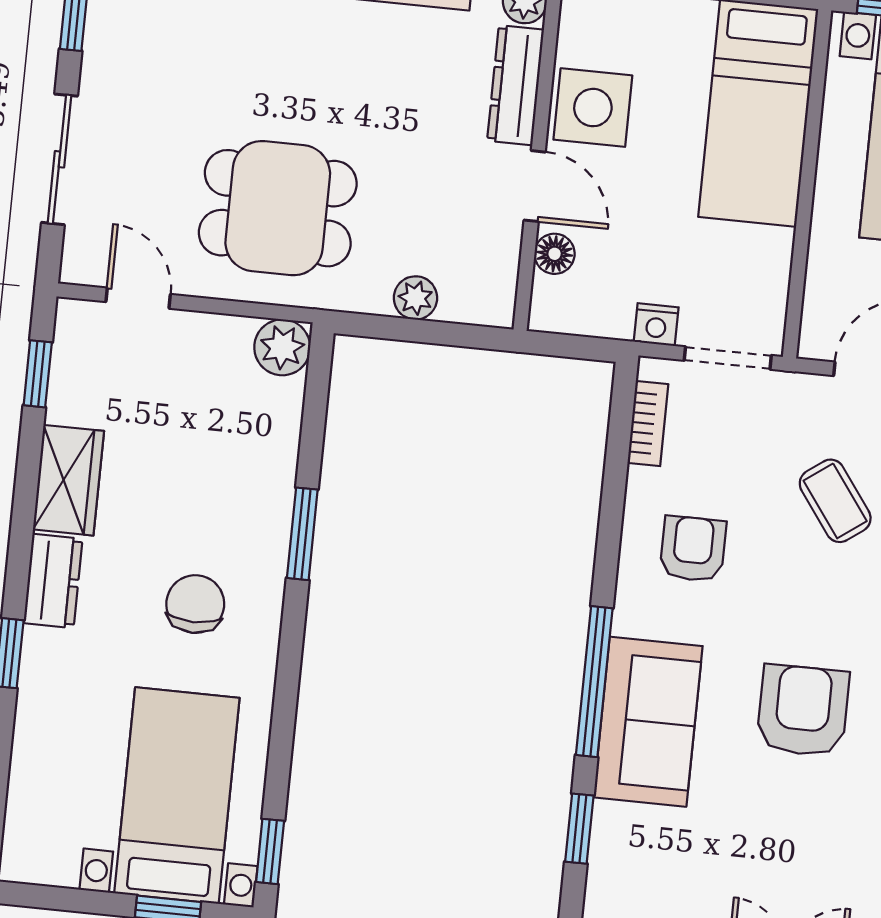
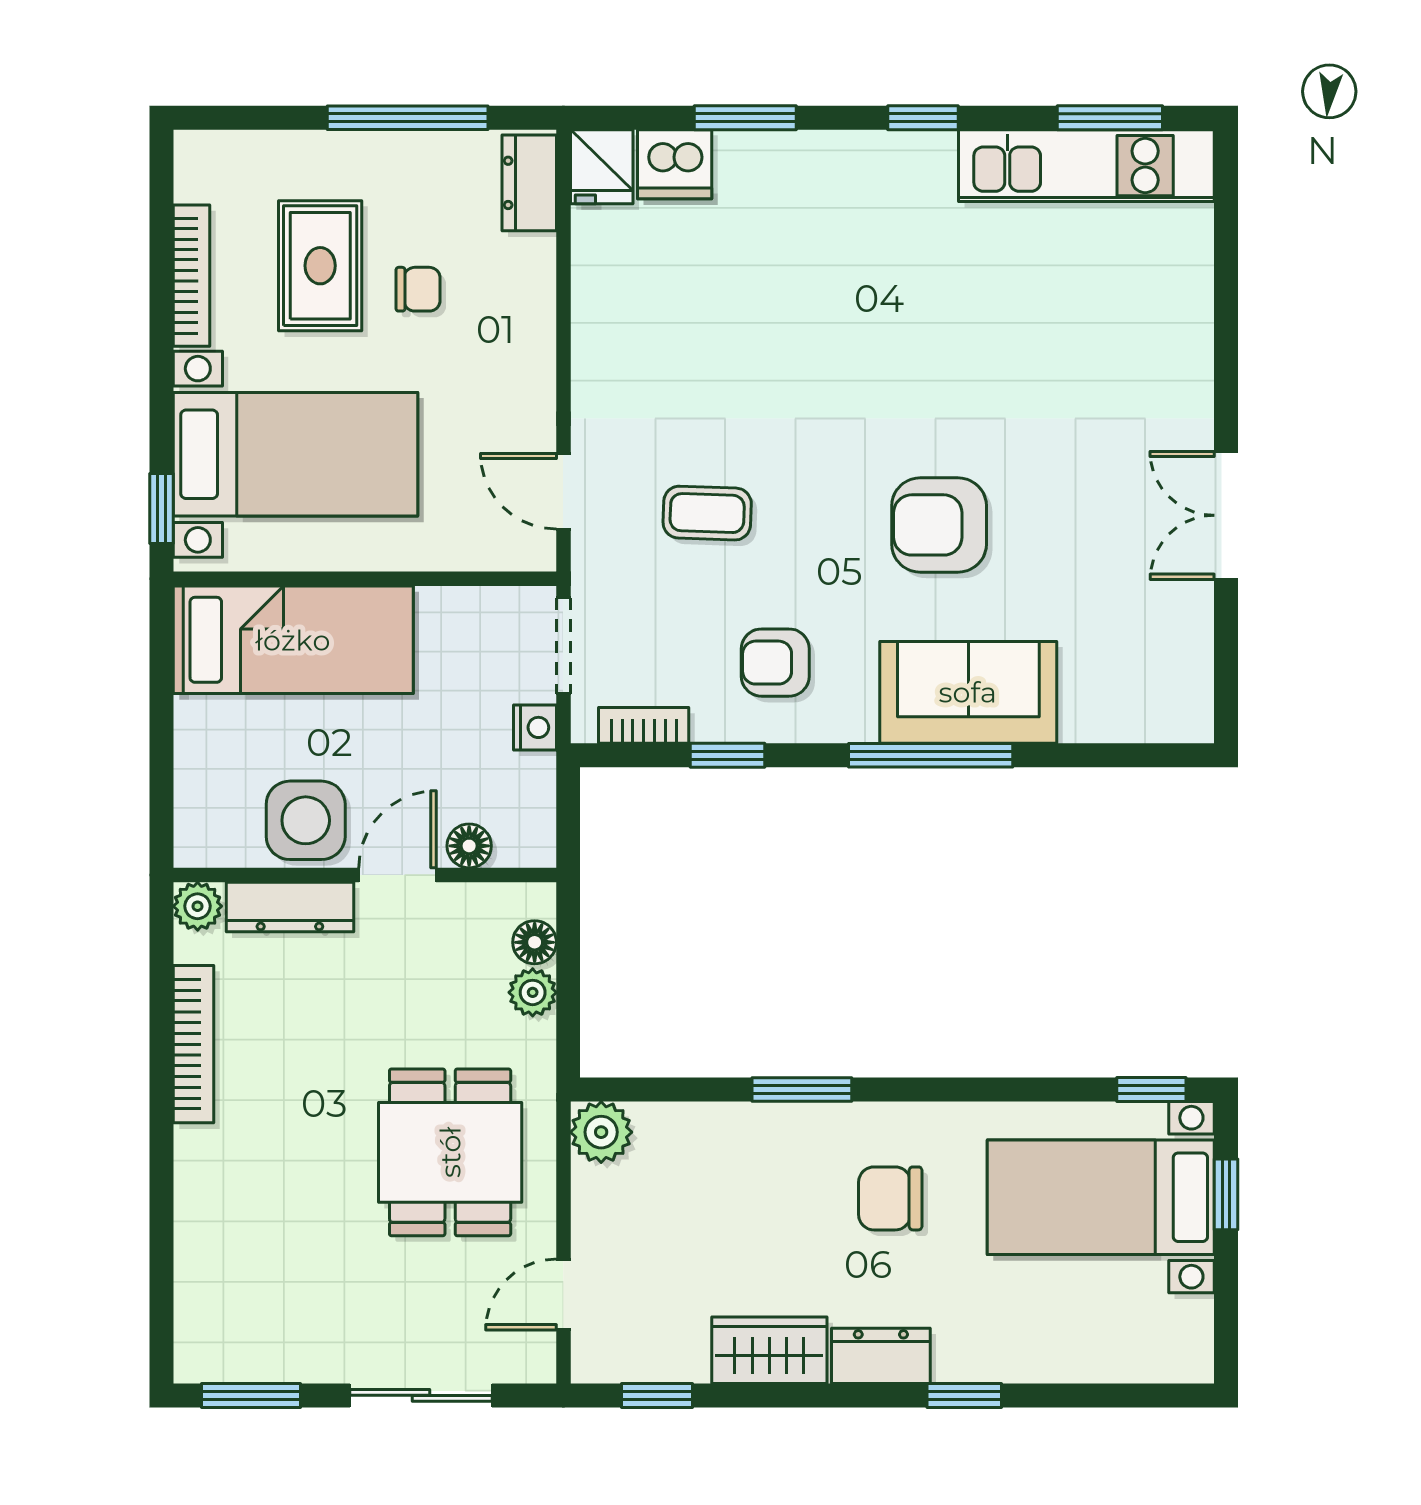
floor lamp: (461, 304) -> (535, 942), added
coffee table: (835, 501) -> (707, 513), turned 38
window: (579, 829) -> (727, 755), moved

